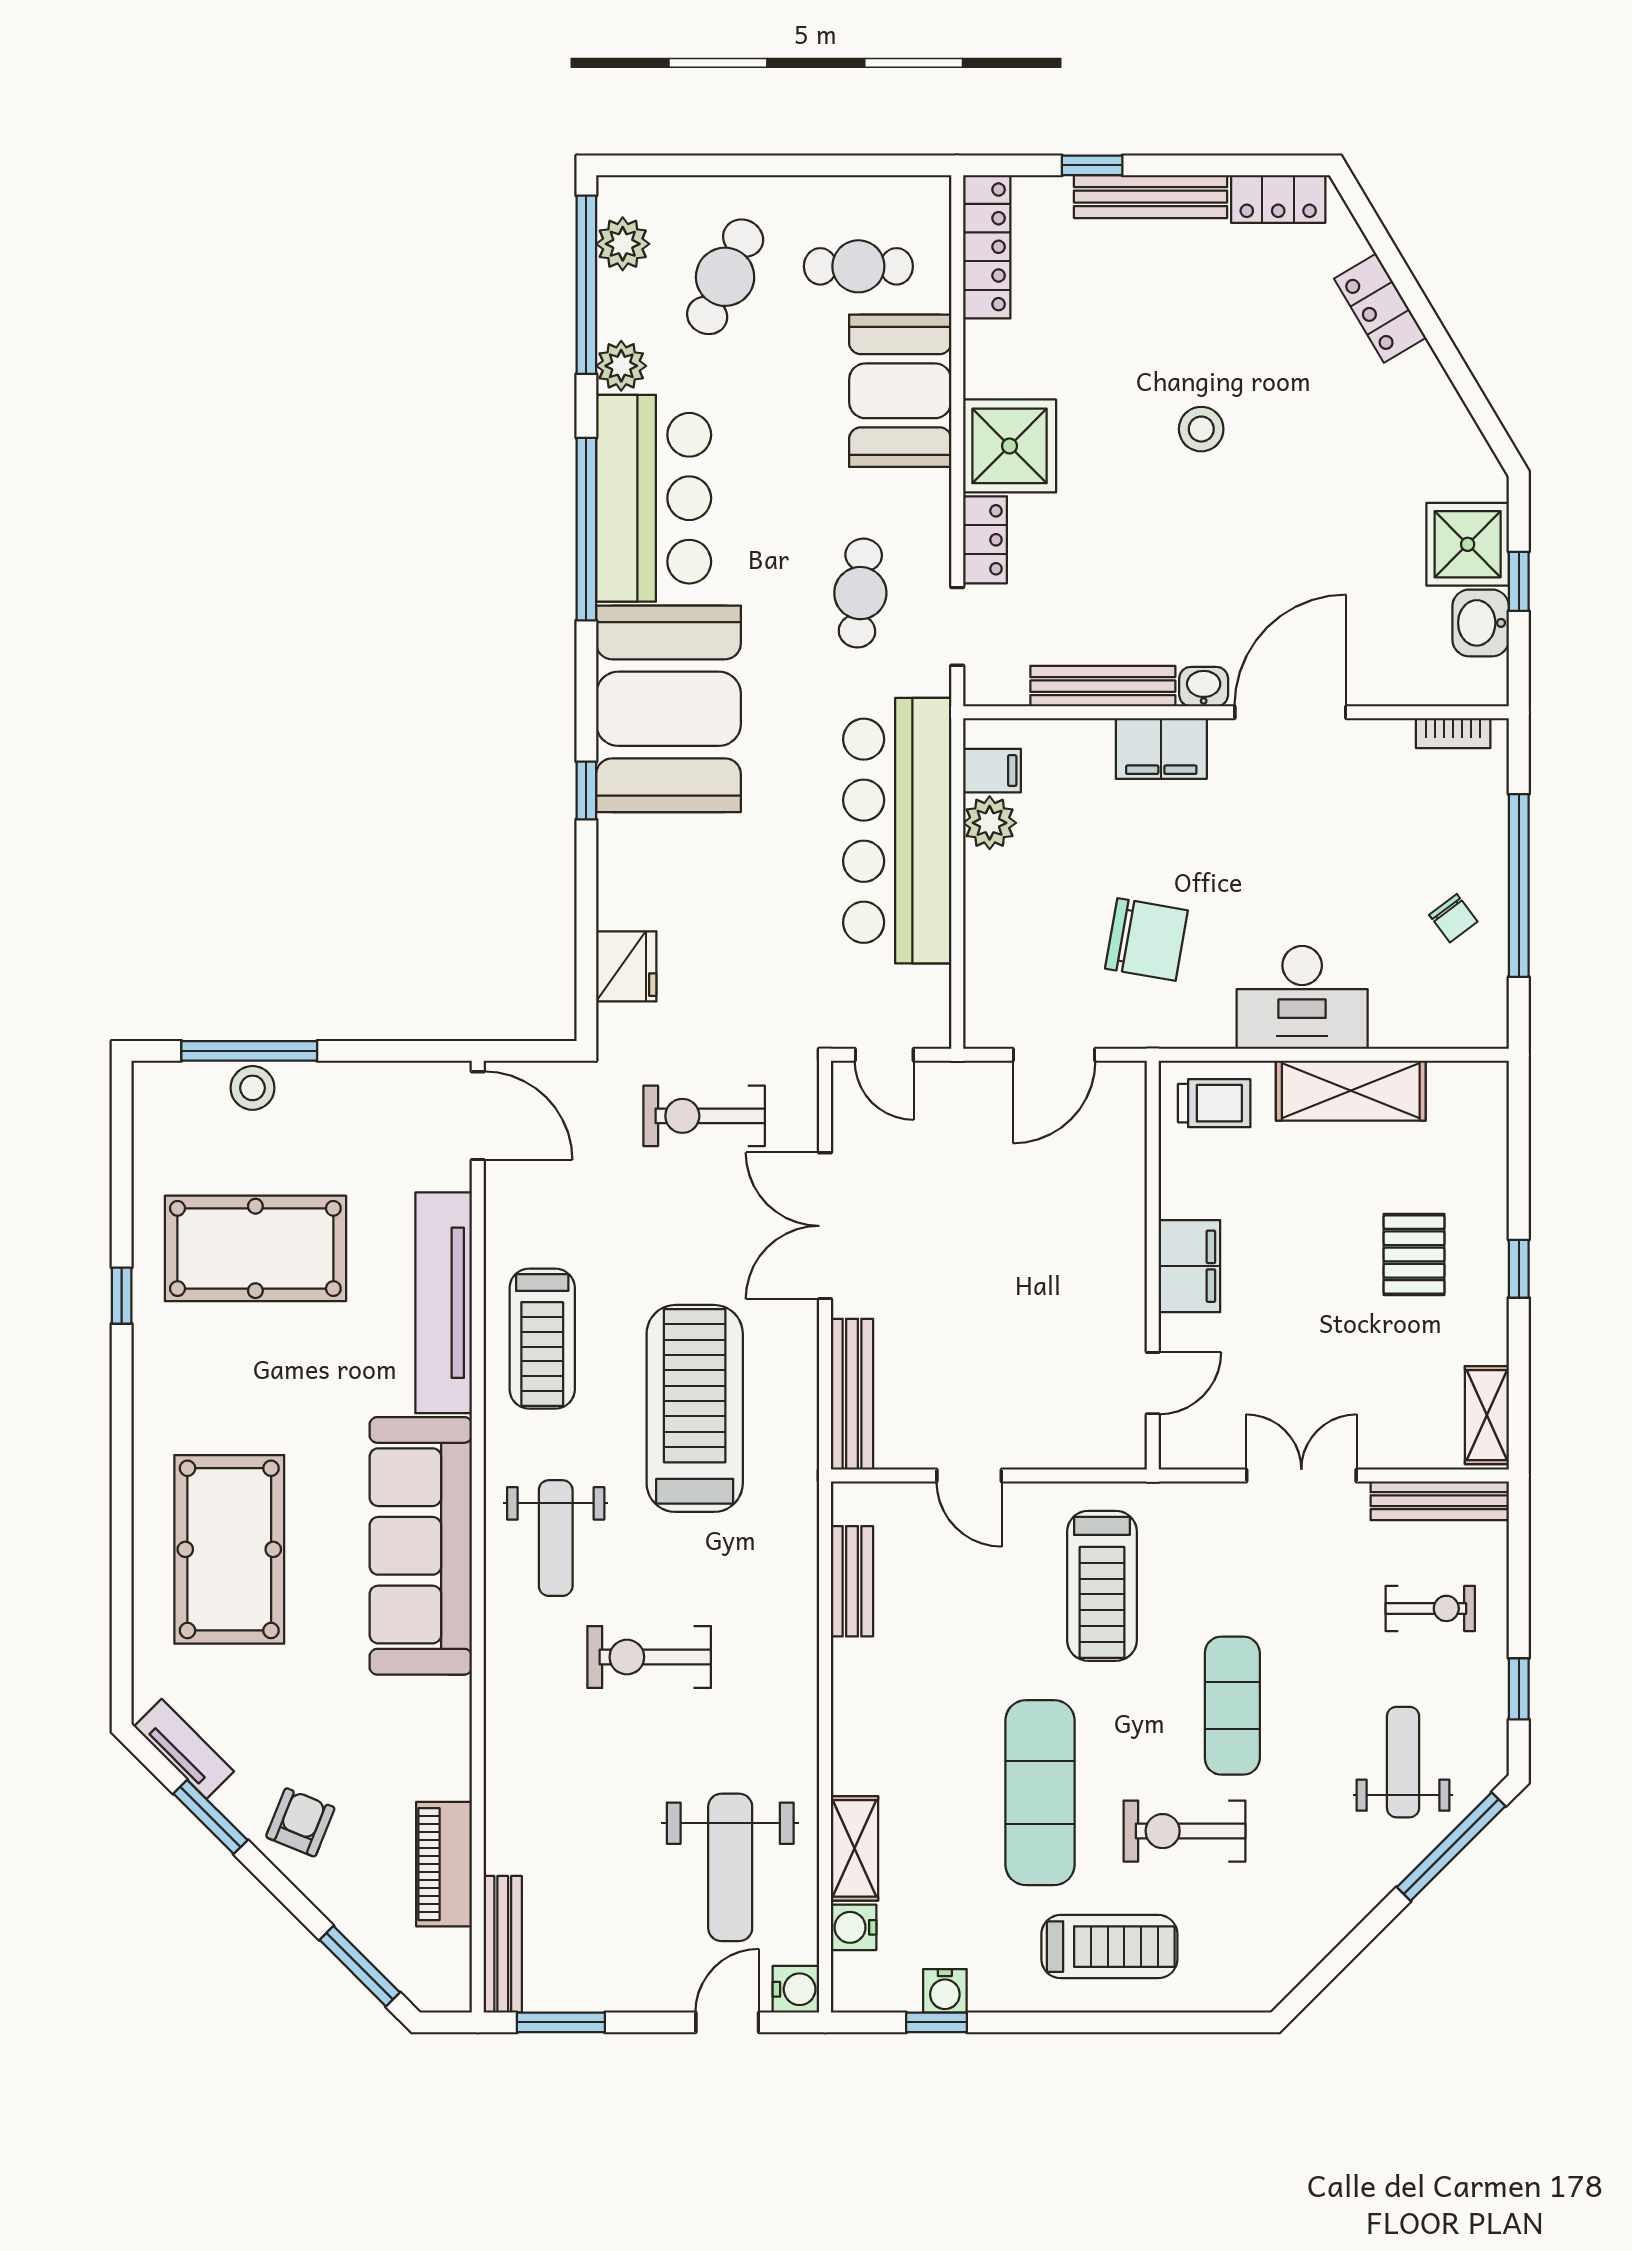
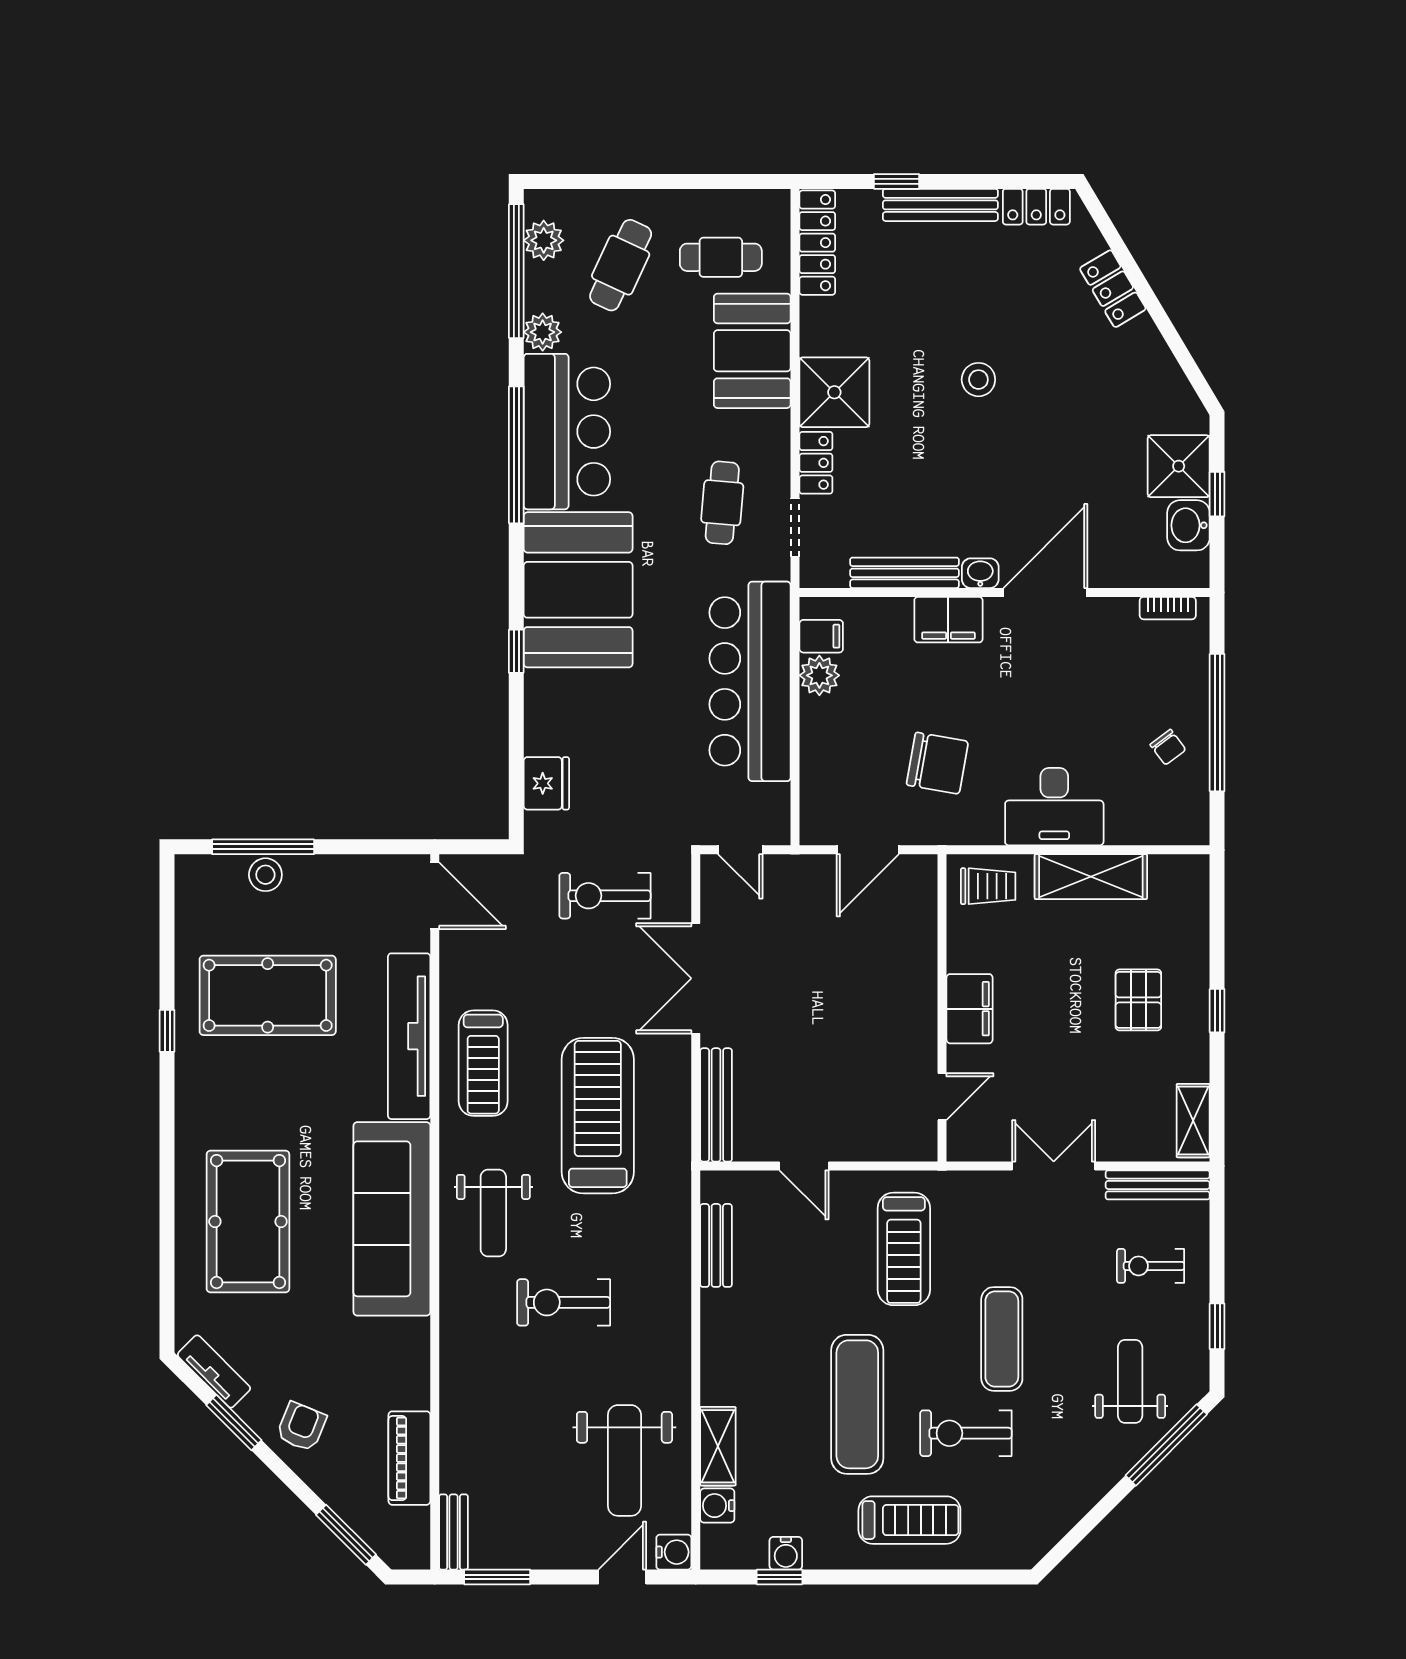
exercise bike: (1430, 1608) -> (1151, 1266), turned 180
bench: (503, 1944) -> (454, 1532), width x0.73

